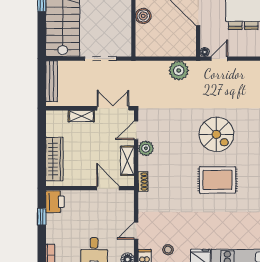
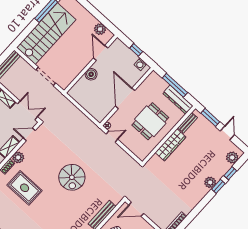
plant: (179, 70) -> (83, 123), removed
plant: (146, 148) -> (18, 157), moved
rug: (217, 180) -> (25, 188), moved

